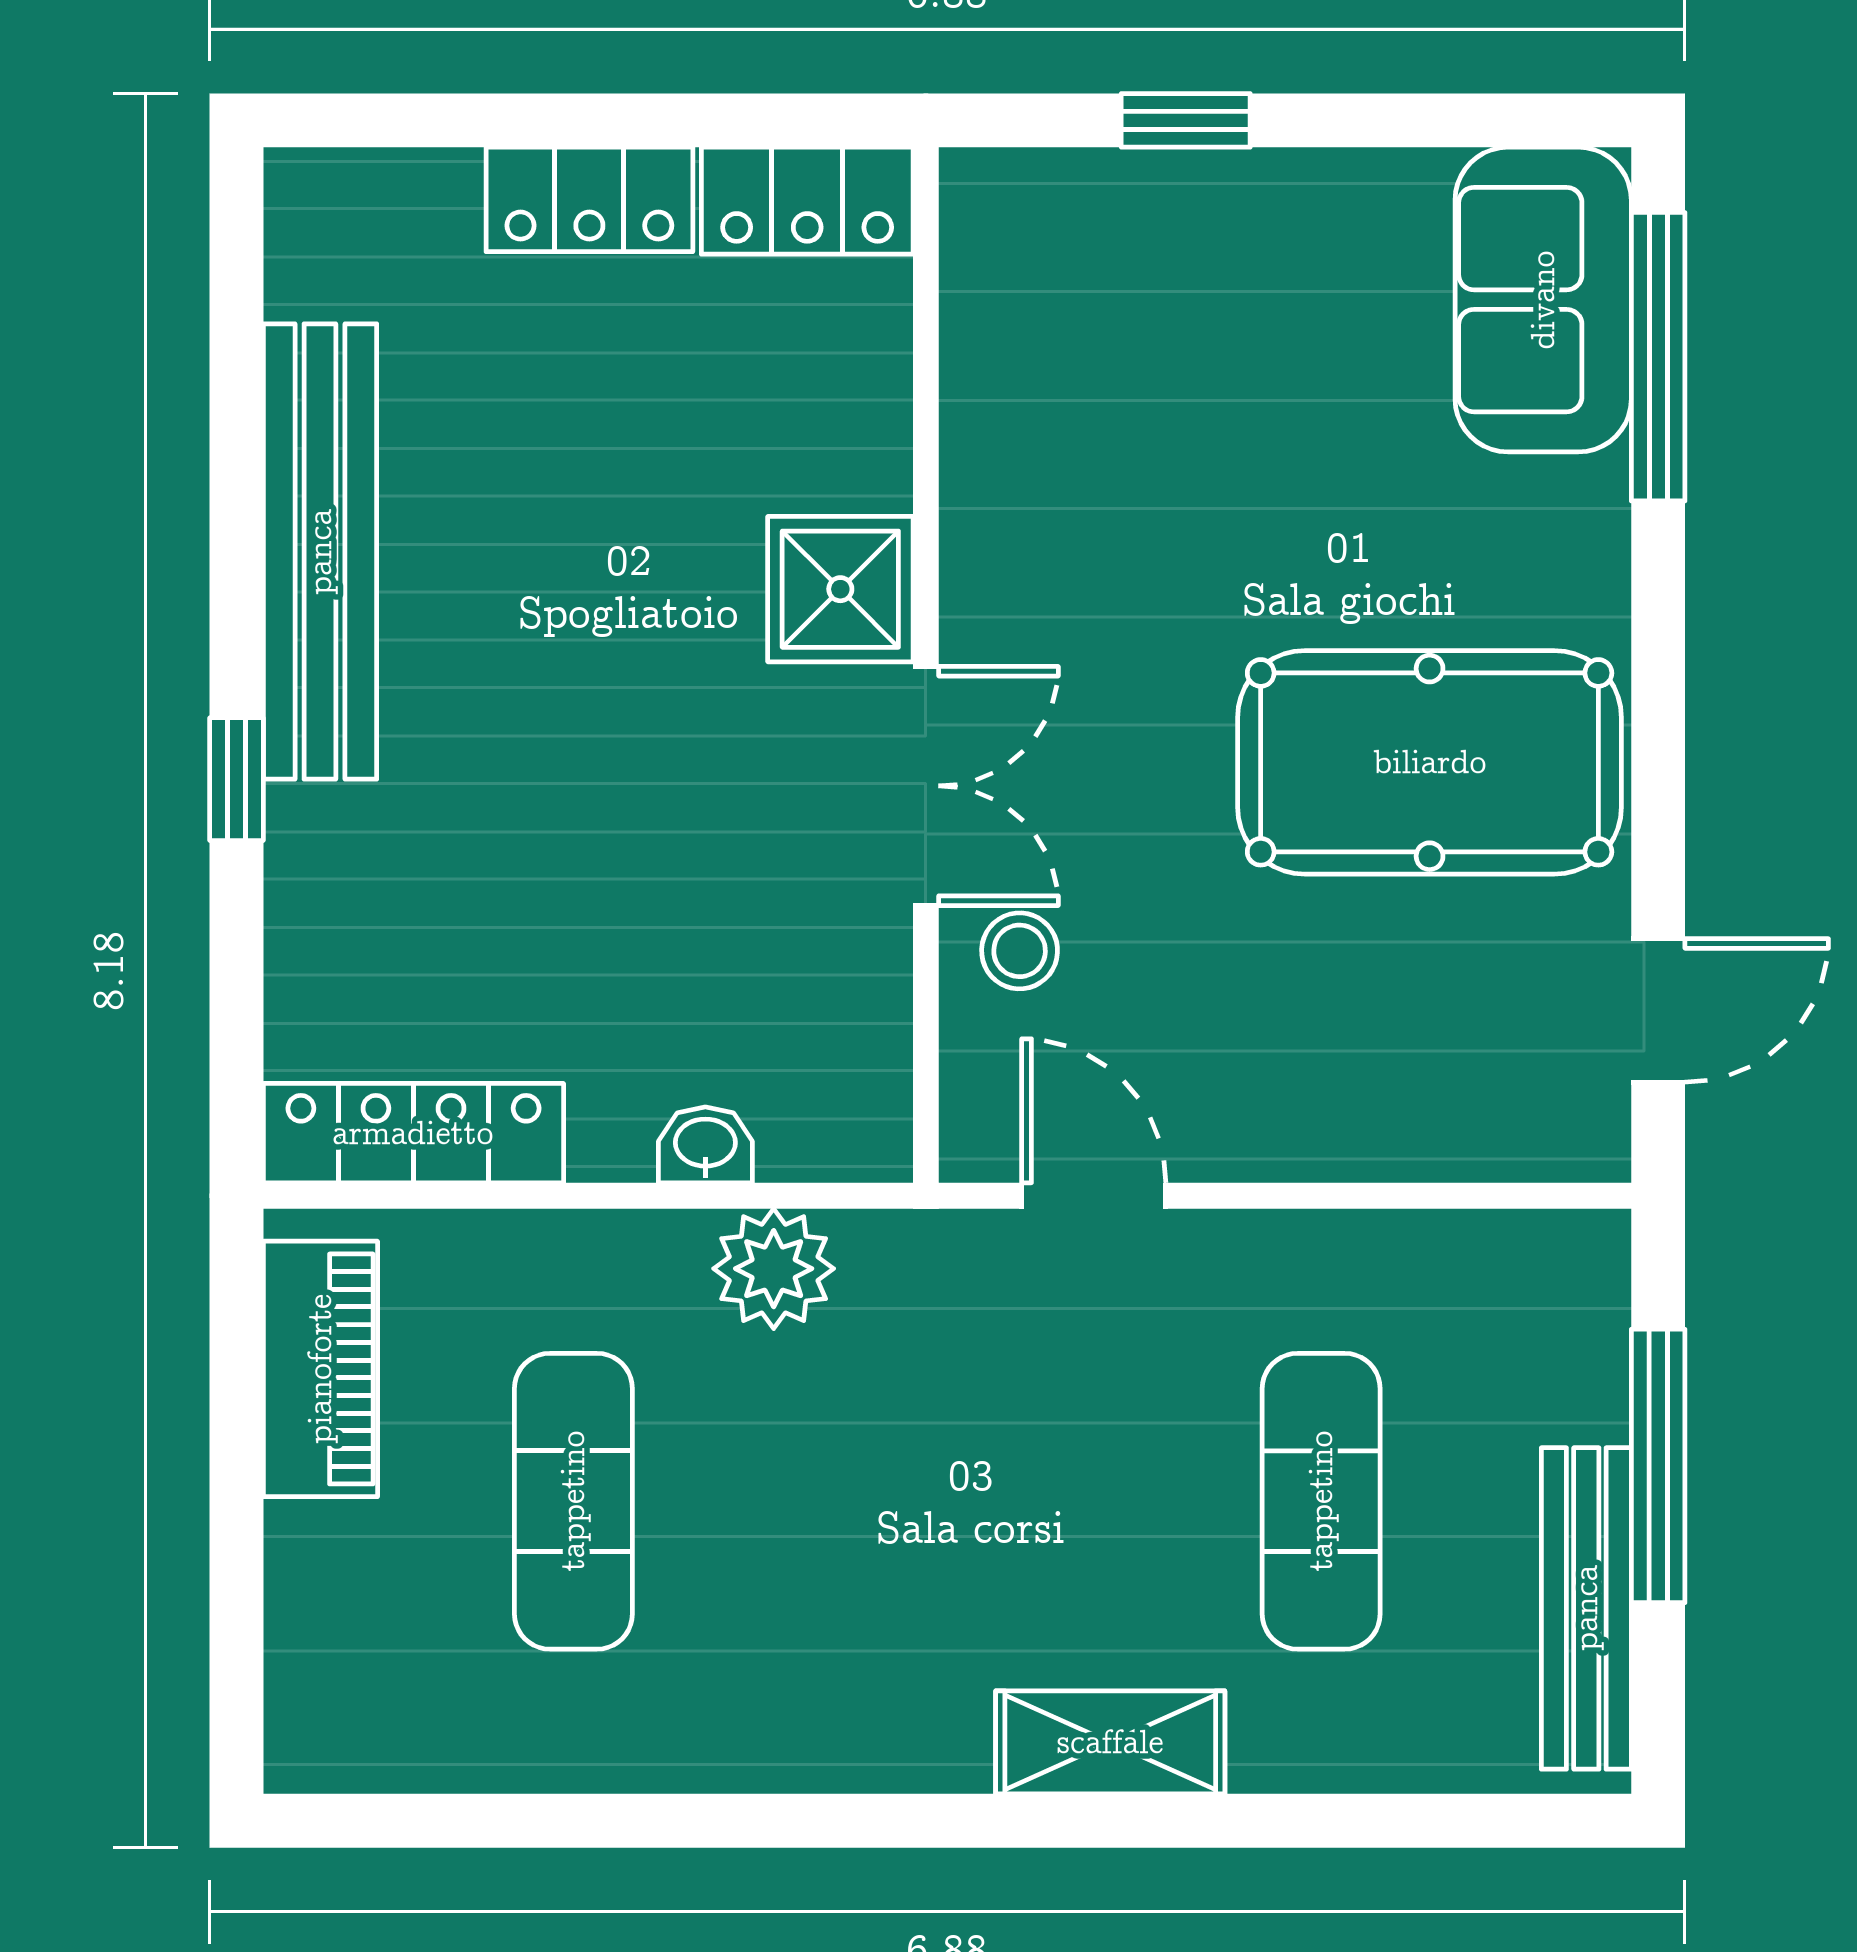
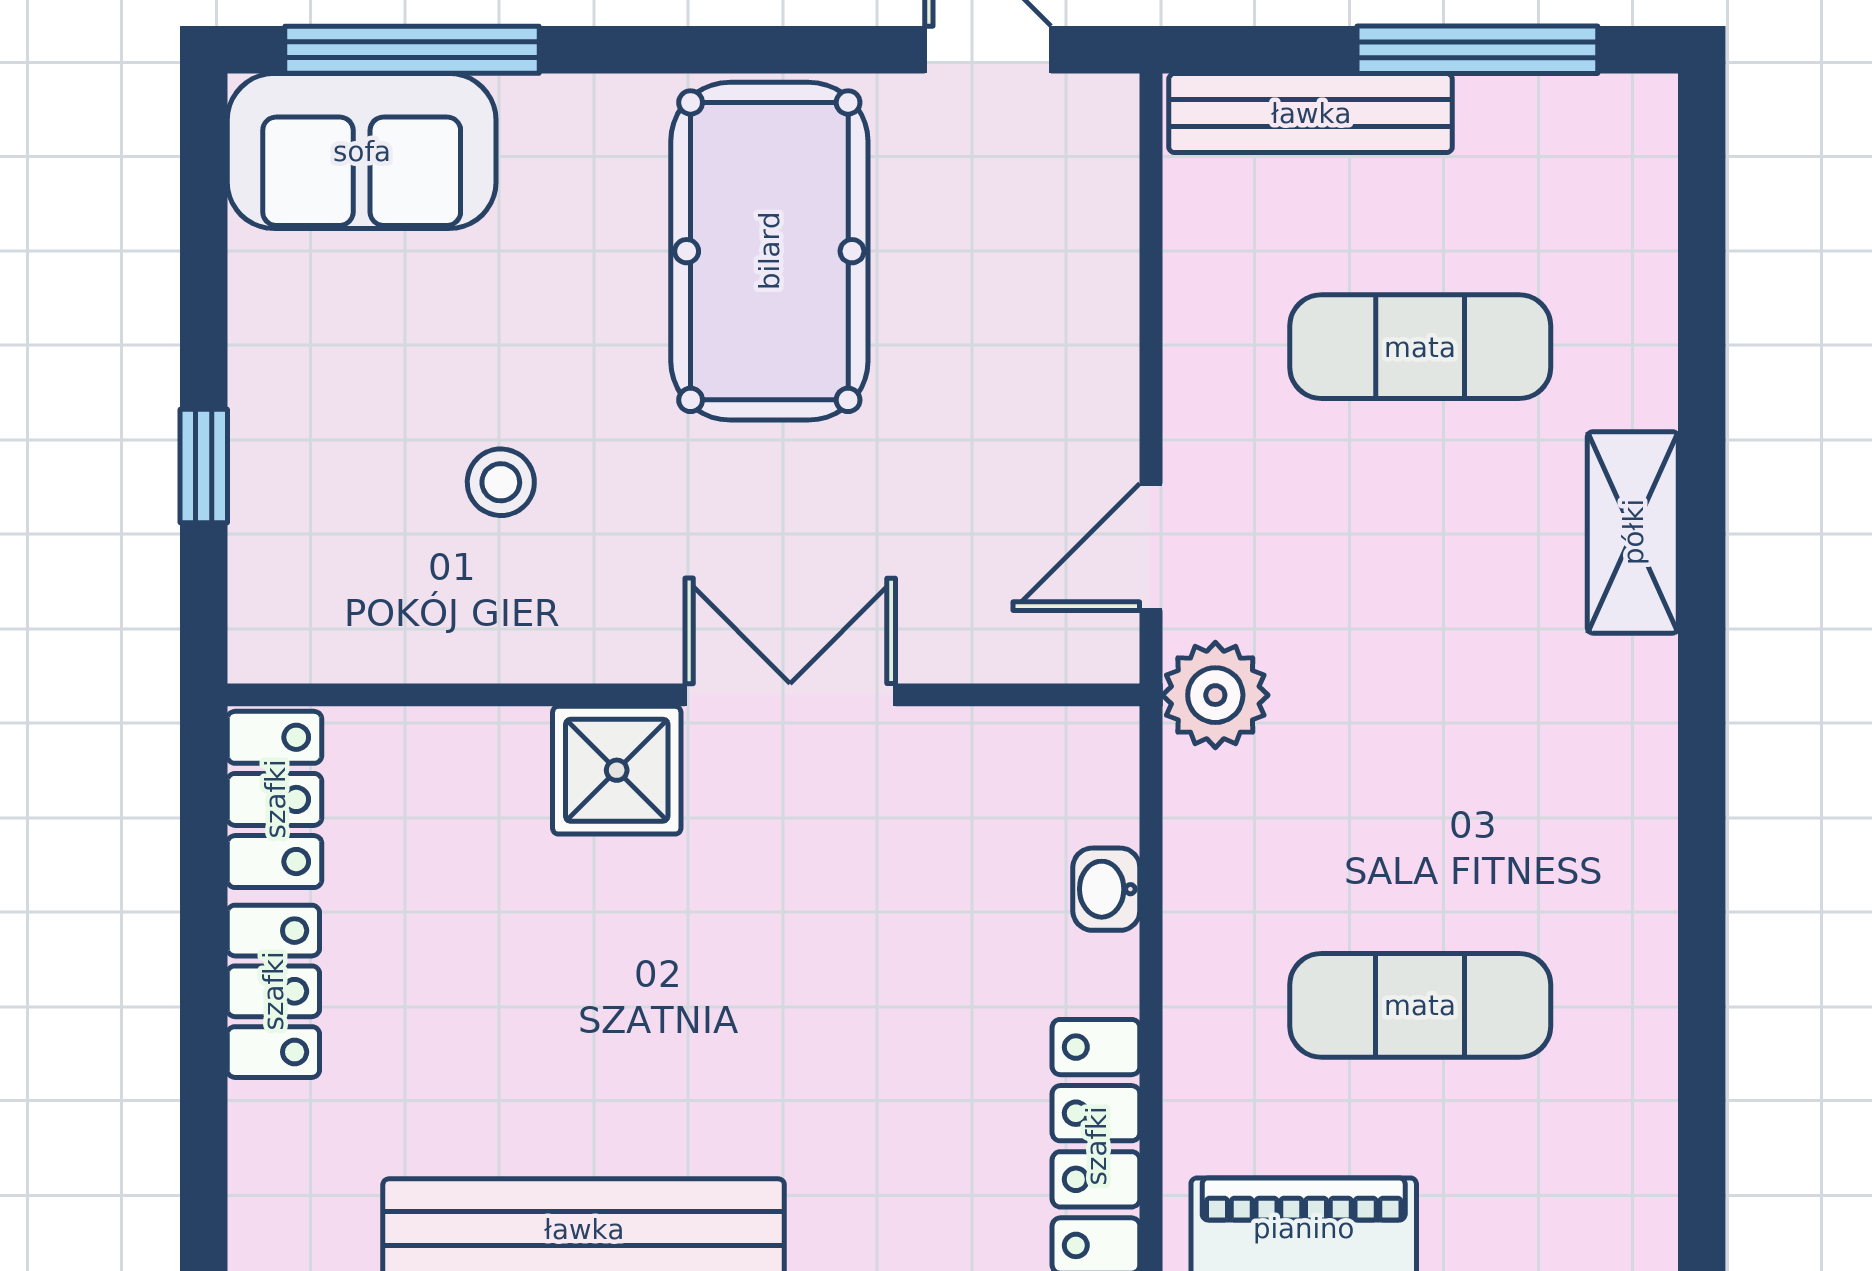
stool: (1020, 951) -> (501, 482), moved
plant: (774, 1269) -> (1215, 695), moved
window: (1658, 1466) -> (1477, 50), moved
bench: (1586, 1608) -> (1311, 113), moved

